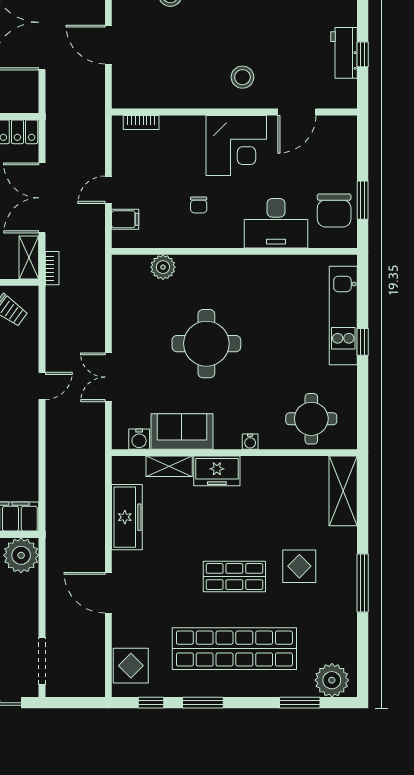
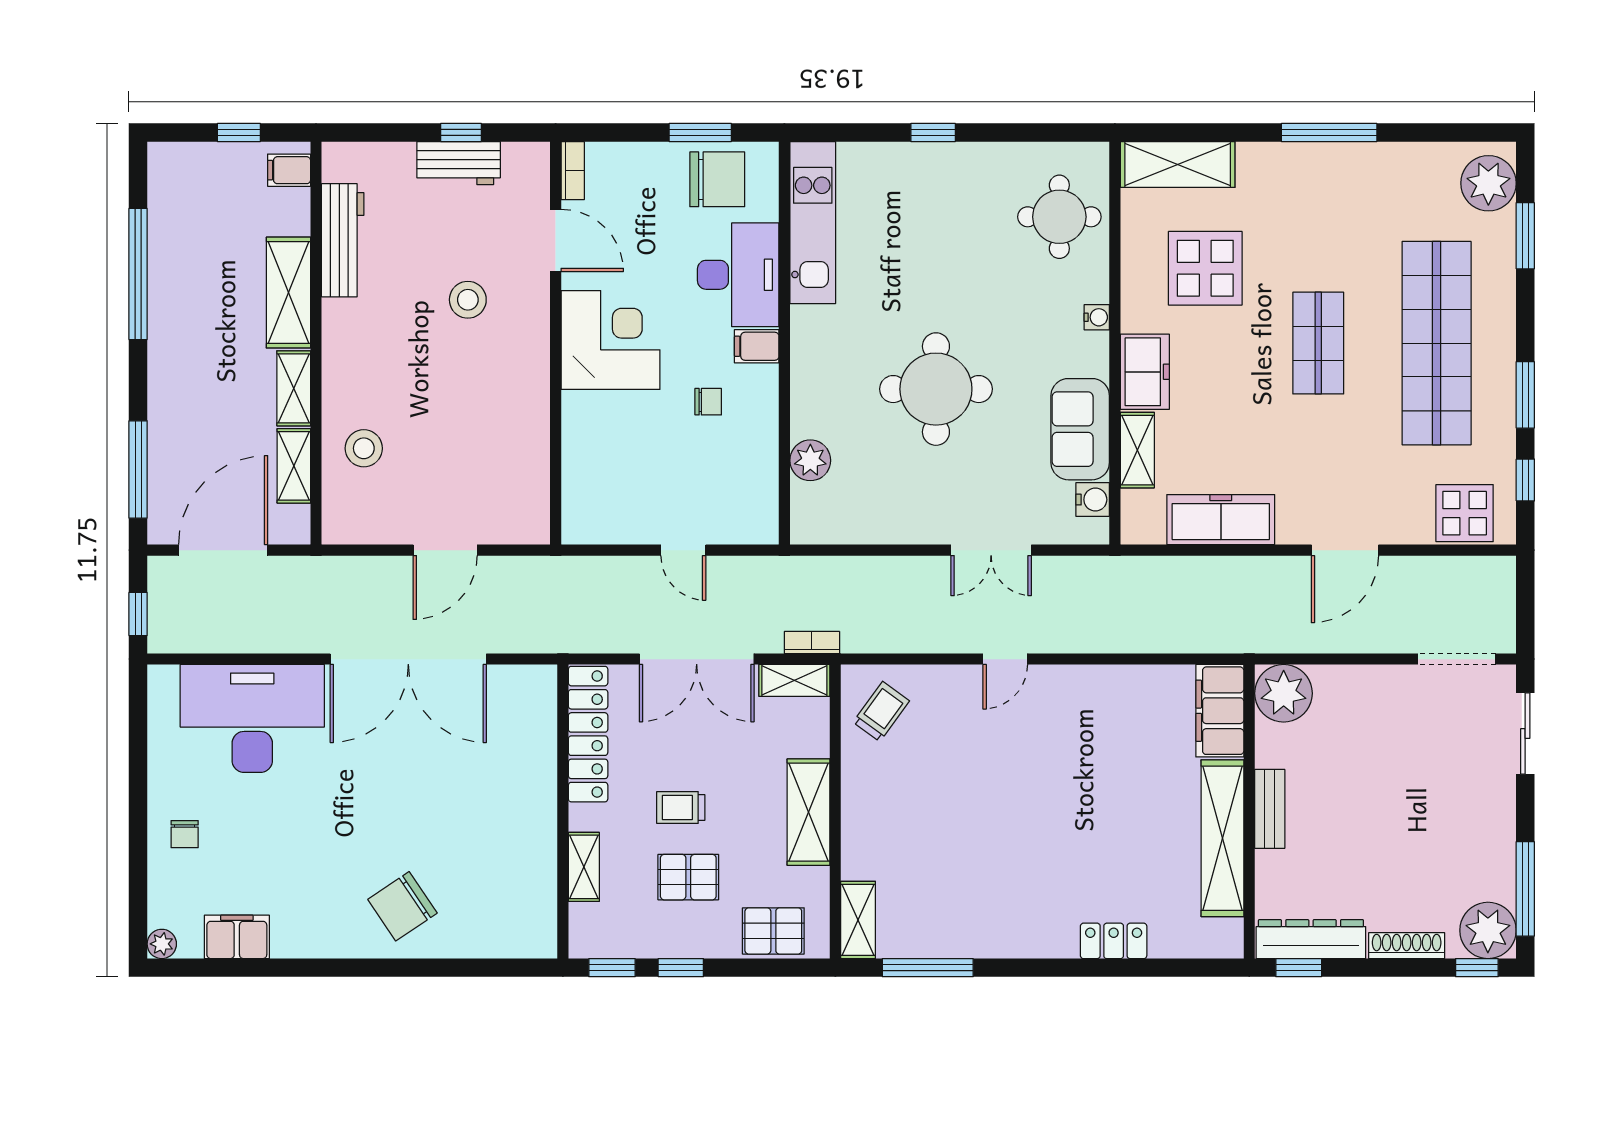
stool: (242, 77) -> (468, 300), moved
bookcase: (141, 122) -> (573, 171), moved
filing cabinet: (125, 219) -> (757, 346), moved, turned -90
kitchen unit: (343, 316) -> (813, 223), moved, turned -90
door: (42, 386) -> (1005, 659), swing flipped
display table: (299, 566) -> (1205, 268), moved, width x1.36, depth x1.36

